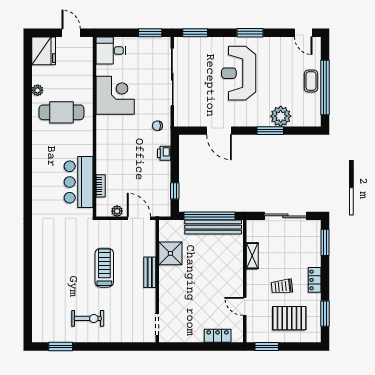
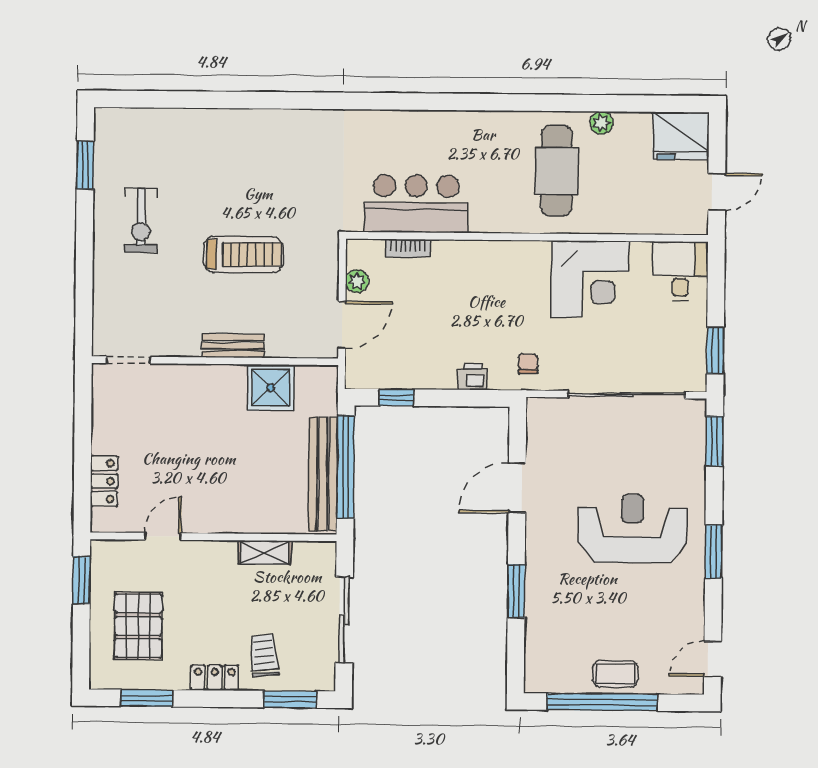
plant: (281, 116) -> (545, 612), removed
trolley: (282, 286) -> (264, 655), moved

